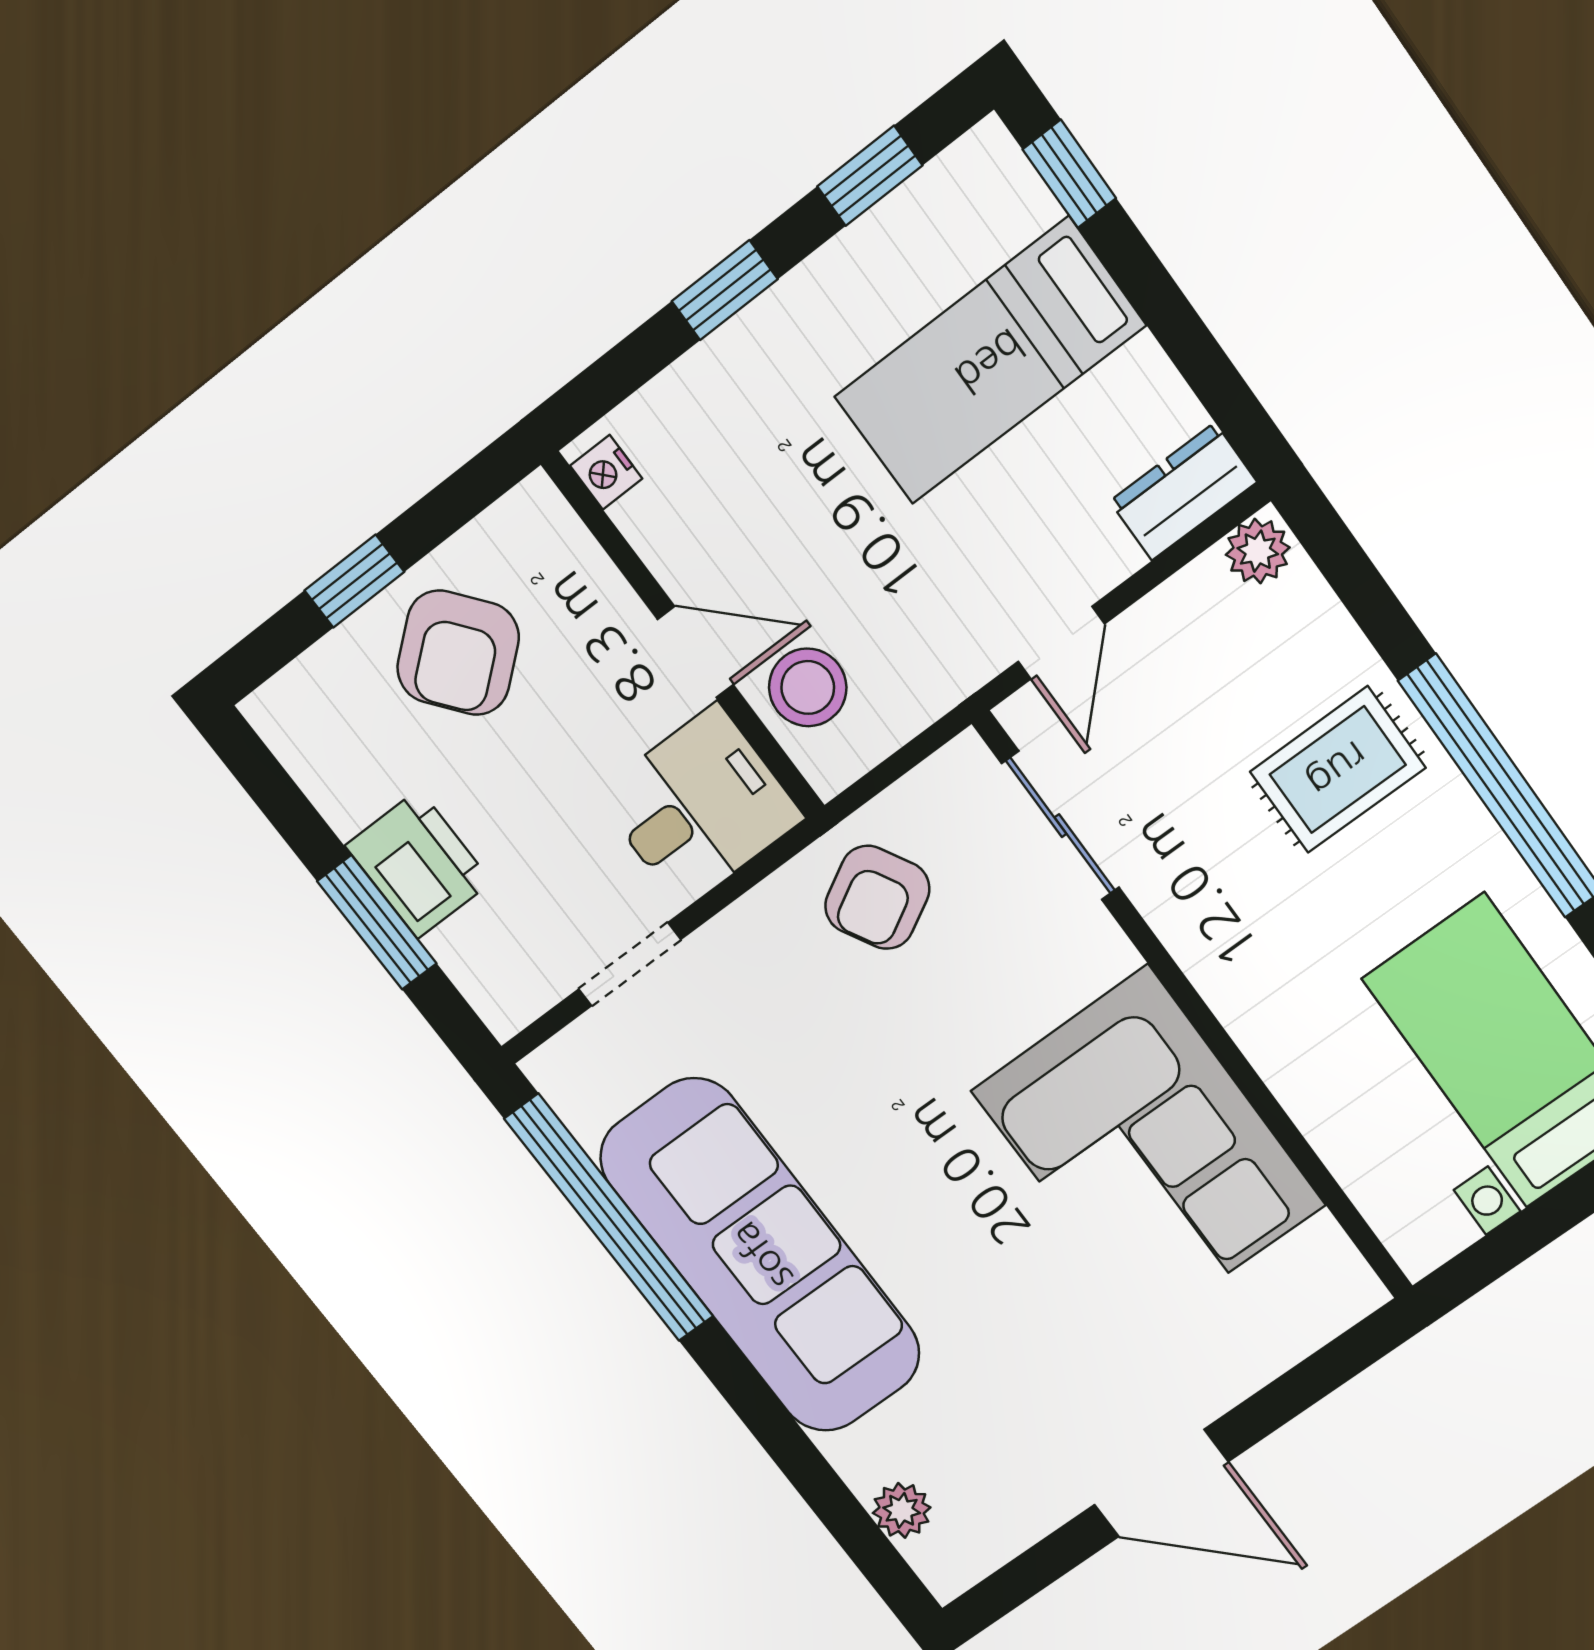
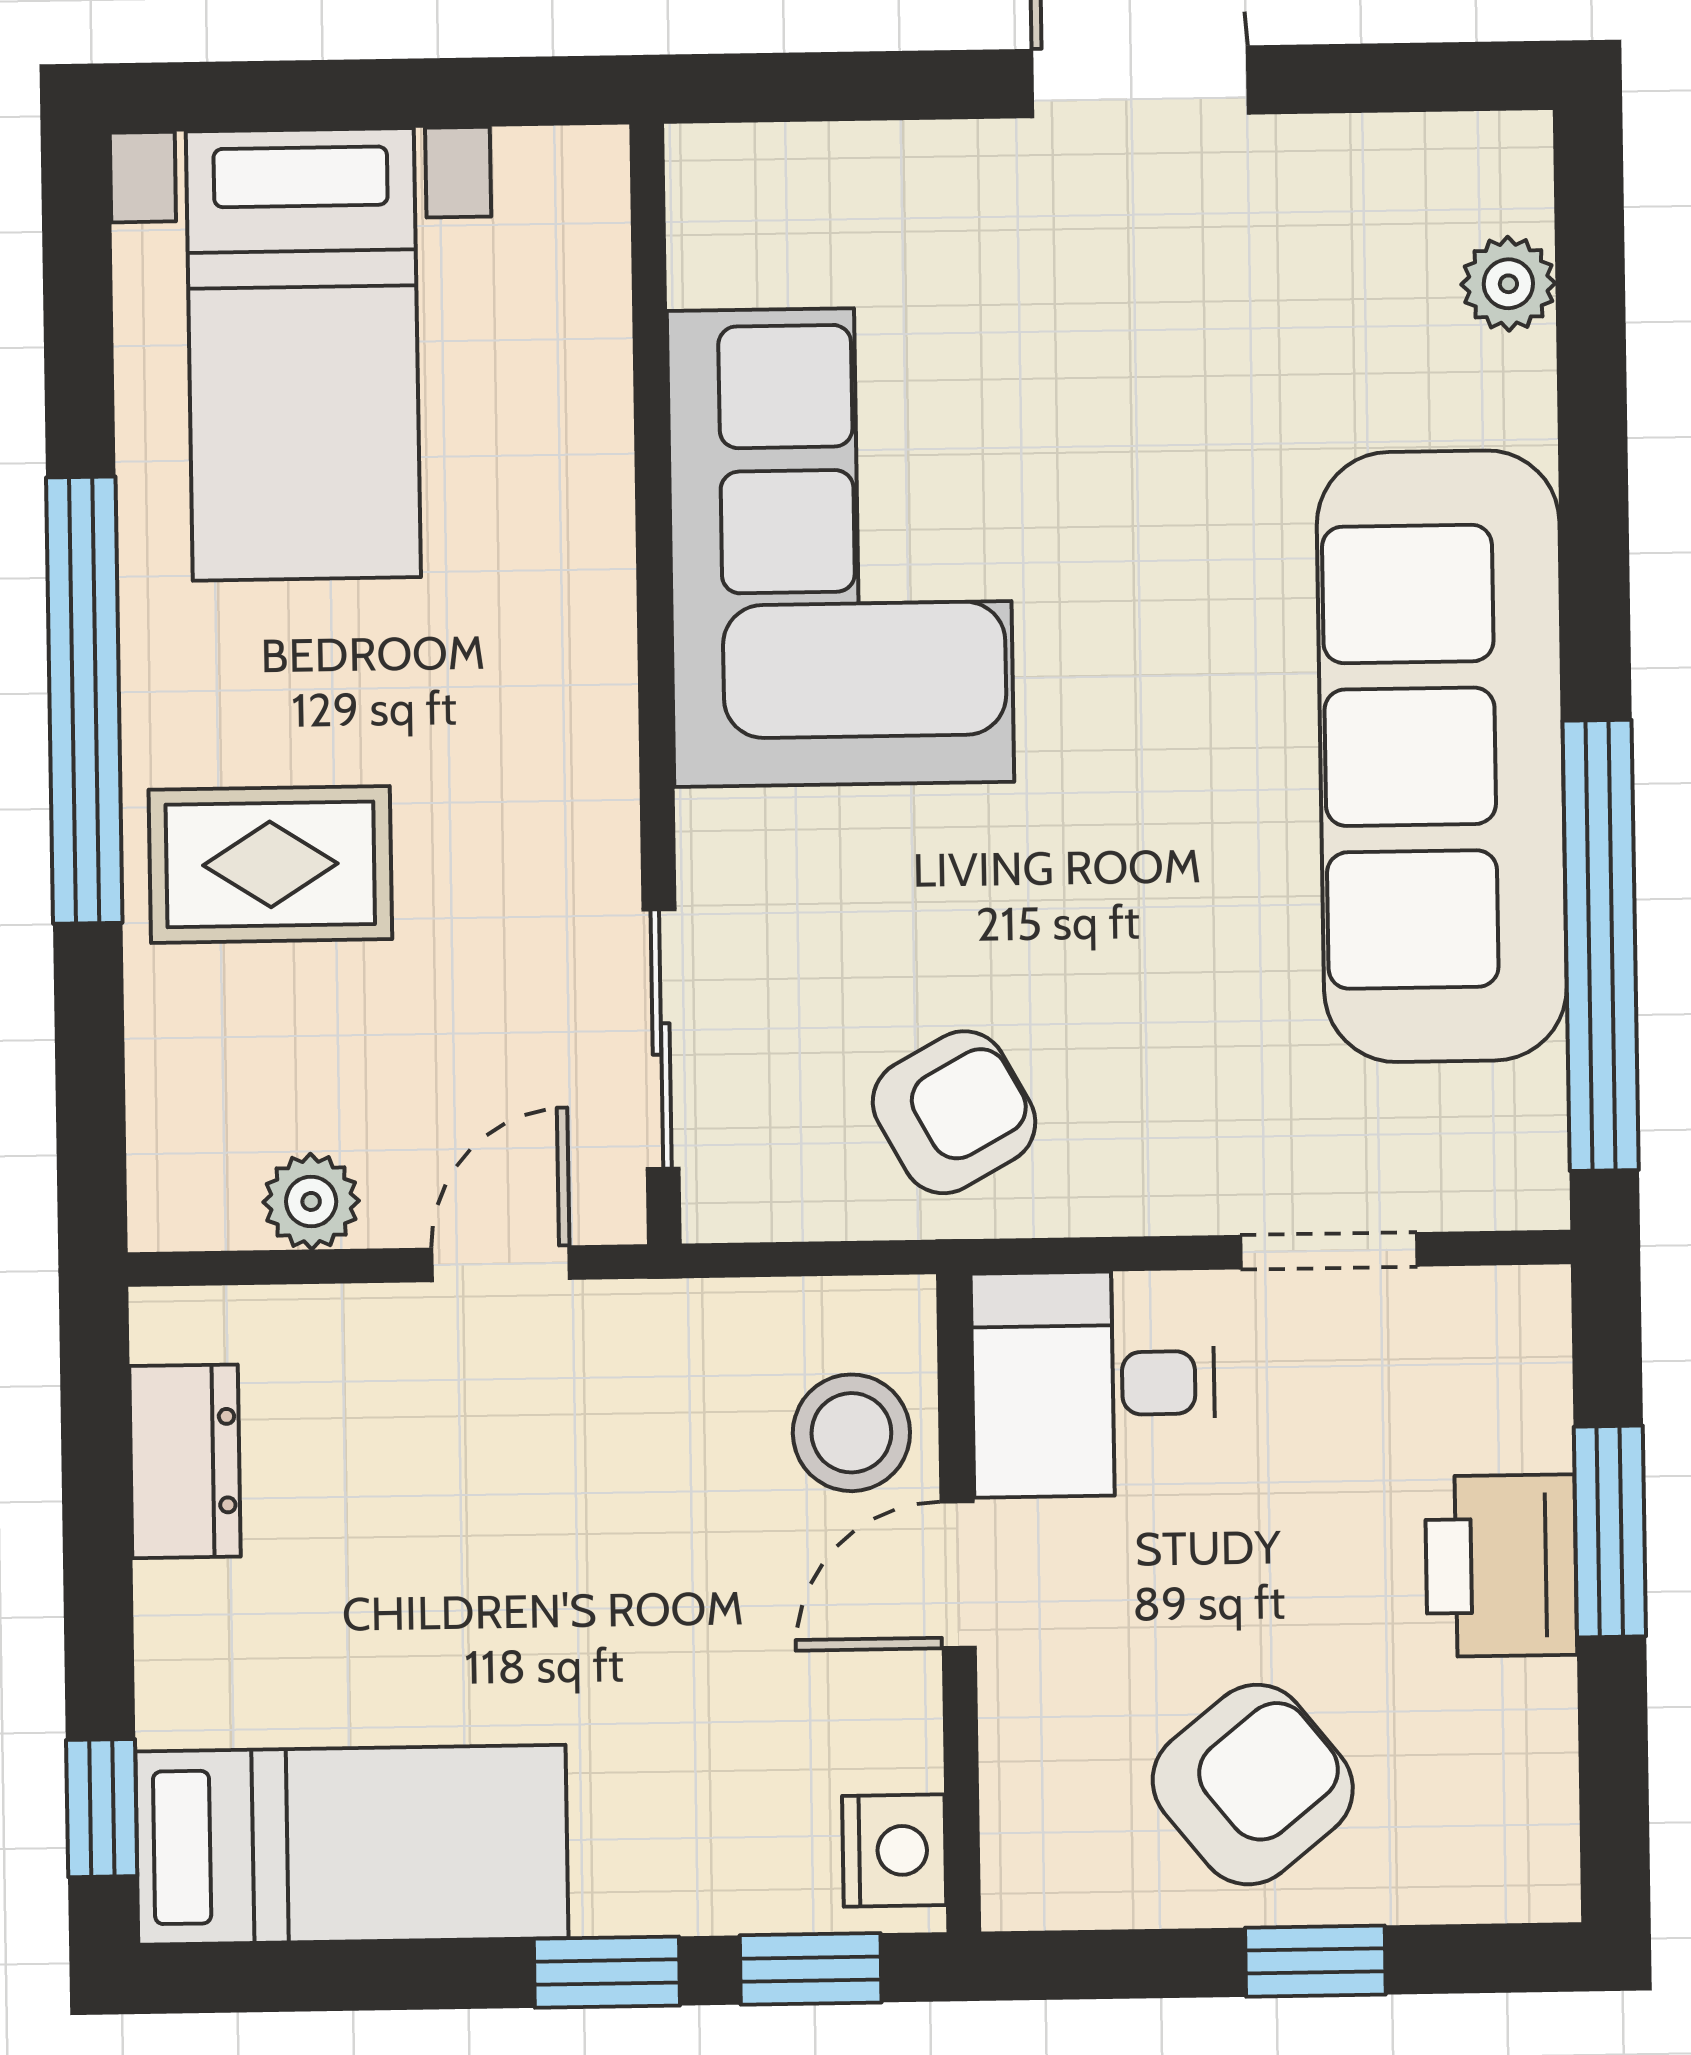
window: (870, 176) -> (811, 1969), moved
bed: (990, 361) -> (352, 1845), moved
nightstand: (606, 472) -> (894, 1850), width x1.39, depth x1.35
dresser: (1183, 492) -> (185, 1461), moved, turned -90
plant: (1258, 551) -> (311, 1201), moved
door: (696, 652) -> (958, 1575), hinge flipped

